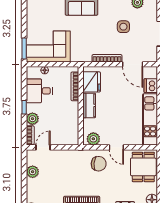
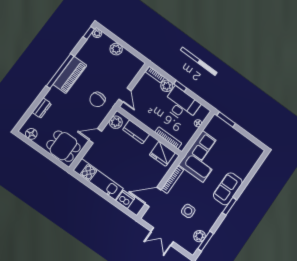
corner sofa: (48, 46) -> (203, 156), moved
desk: (39, 91) -> (181, 105), width x1.37
kitchen counter: (89, 105) -> (136, 132), moved
door: (43, 147) -> (125, 95), moved
chair: (99, 164) -> (97, 99), moved
plant: (33, 172) -> (116, 49), moved

